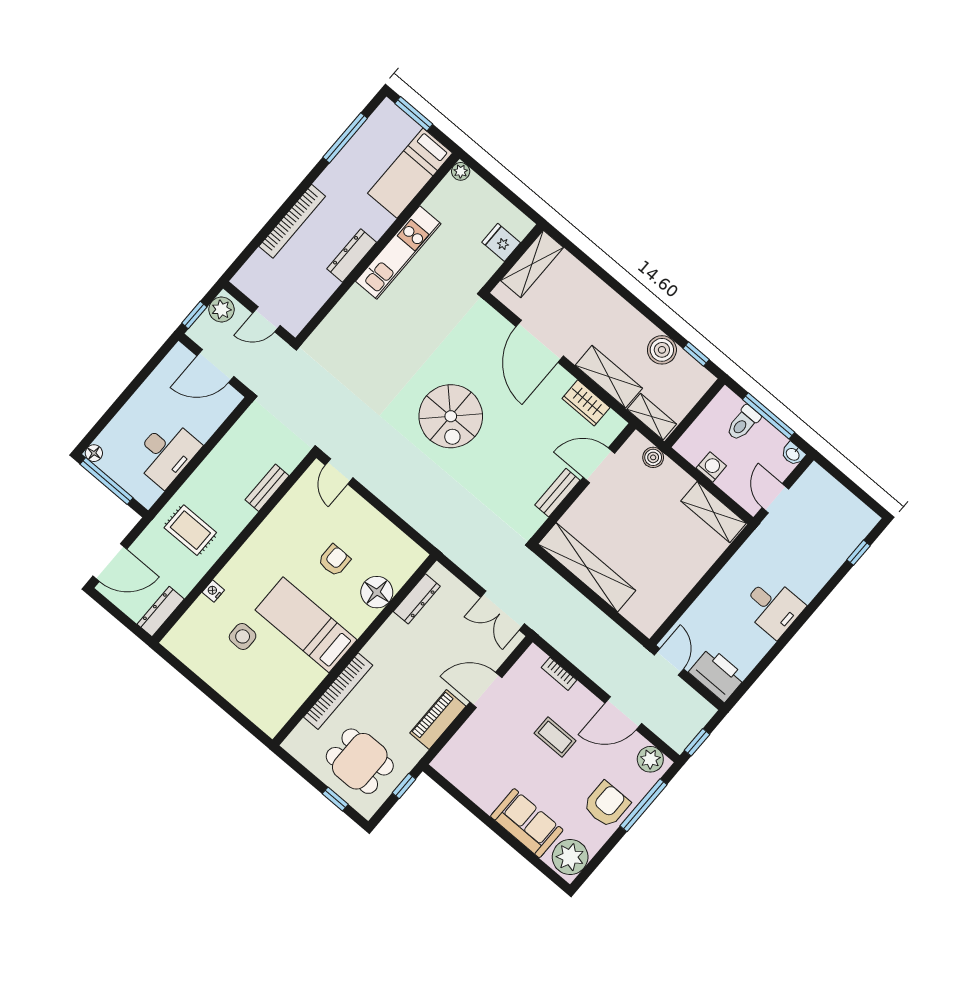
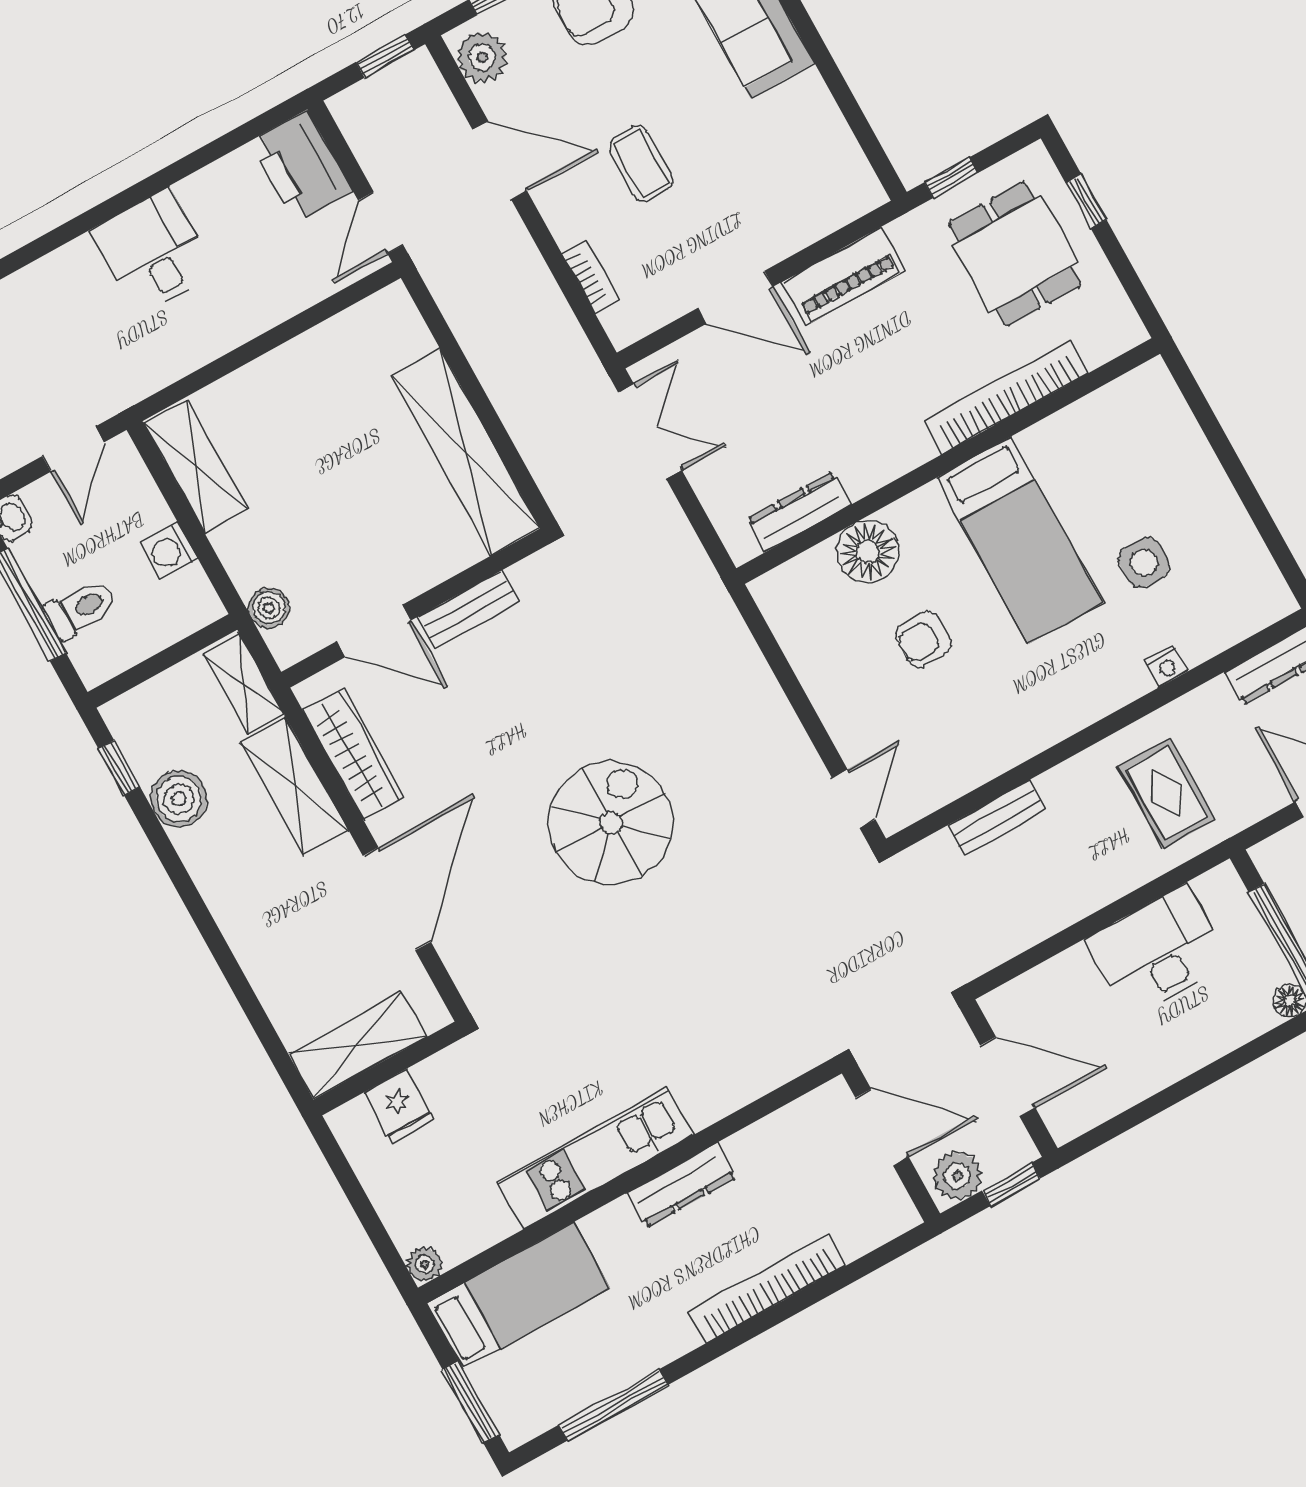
door: (266, 319) -> (882, 1127), width x1.38
wardrobe: (586, 403) -> (354, 754), width x1.50

